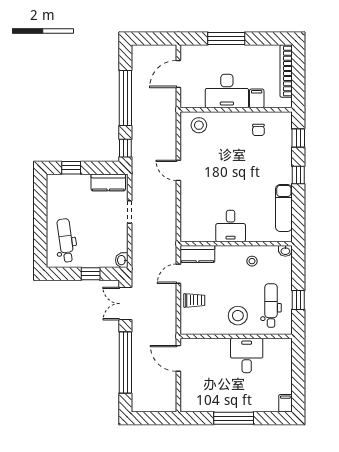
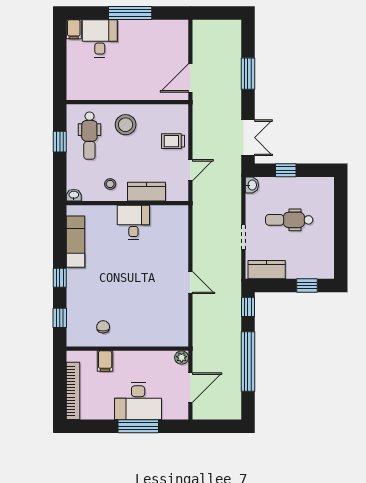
desk: (227, 91) -> (138, 401), moved, turned 180
plant: (186, 102) -> (182, 358), added
stool: (199, 125) -> (168, 332), removed
dental chair: (66, 240) -> (289, 220), moved, turned 98
kitchen counter: (197, 254) -> (146, 192), moved
desk: (247, 355) -> (100, 38), moved, turned 180
door: (178, 358) -> (190, 78), swing flipped
window: (125, 363) -> (248, 74), width x0.47

